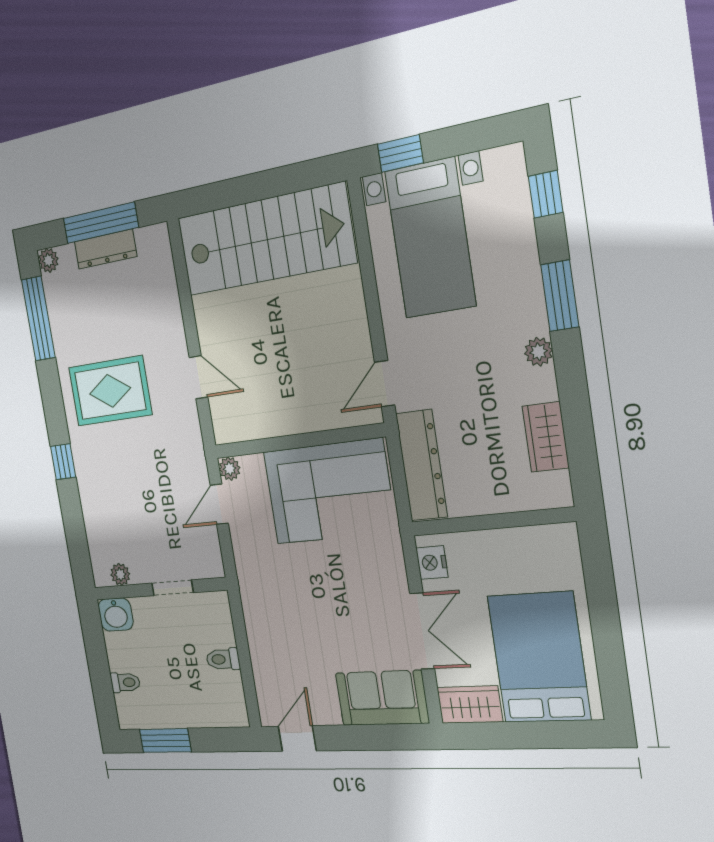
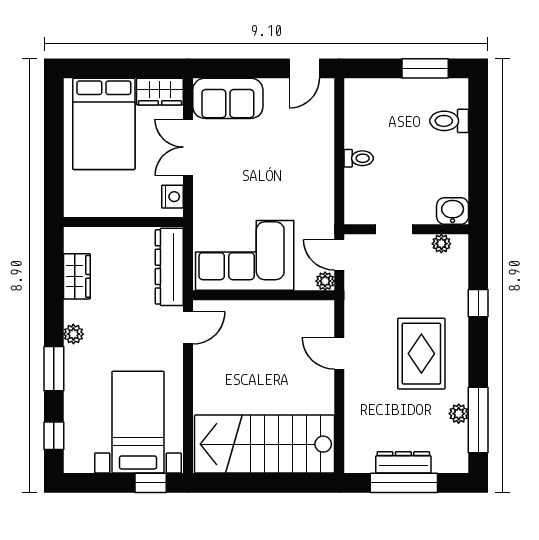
plant: (48, 260) -> (459, 414), moved
rug: (110, 391) -> (421, 354), turned 90
door: (219, 504) -> (339, 255), swing flipped
plant: (120, 574) -> (441, 244), moved
doorway: (172, 588) -> (394, 229), moved
wall: (160, 589) -> (406, 229), moved
washbasin: (116, 615) -> (453, 211), moved
toilet: (223, 659) -> (359, 158), moved
toilet: (125, 682) -> (449, 121), width x1.37, depth x1.39

